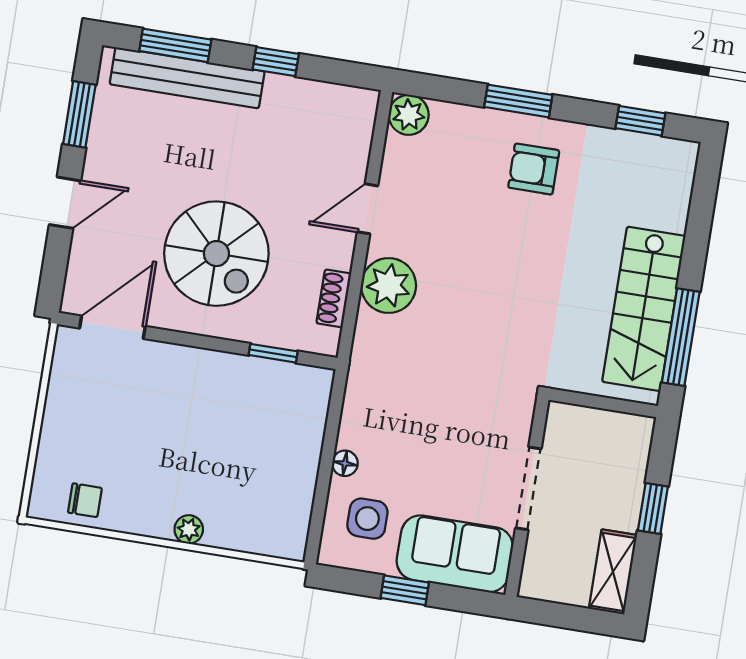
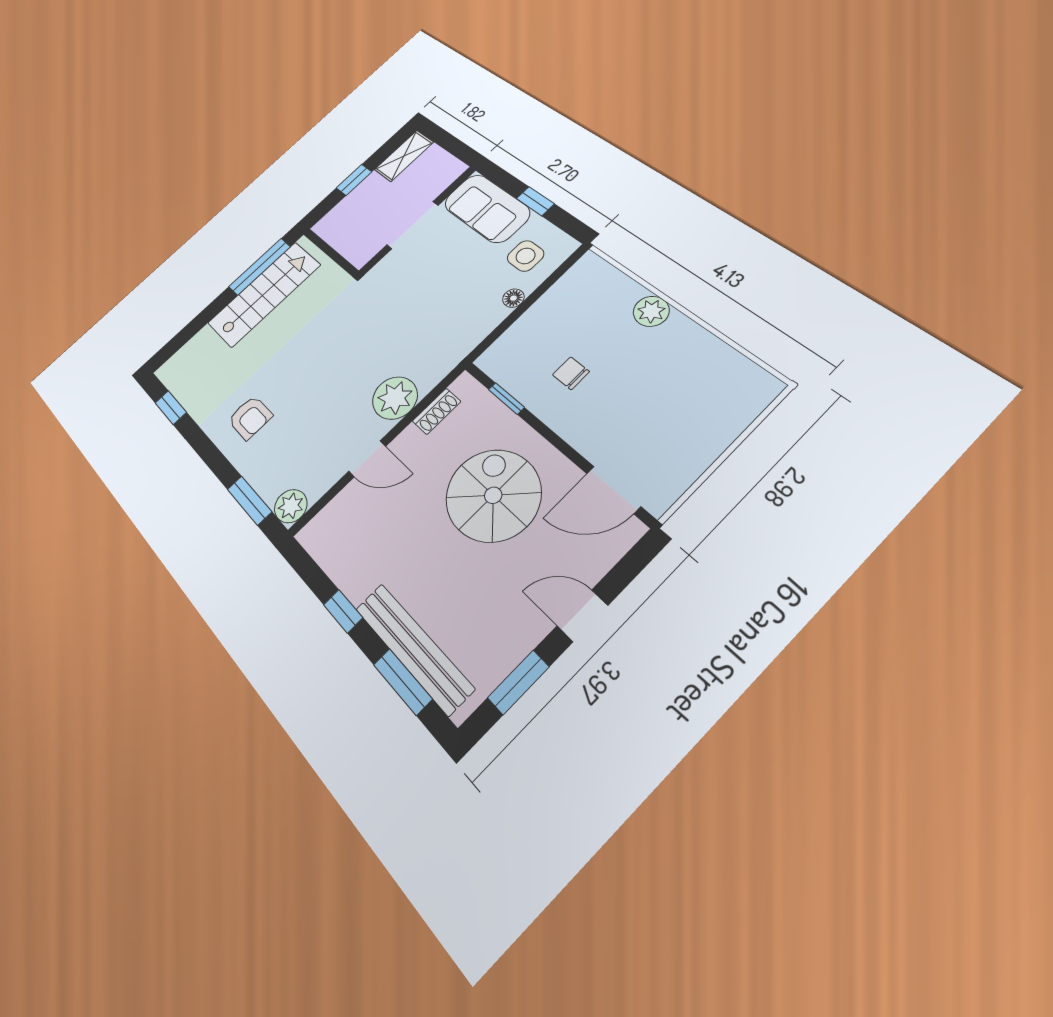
window: (518, 101) -> (249, 500), moved
chair: (85, 500) -> (571, 373), moved
plant: (189, 529) -> (651, 311), width x1.38, depth x1.38

